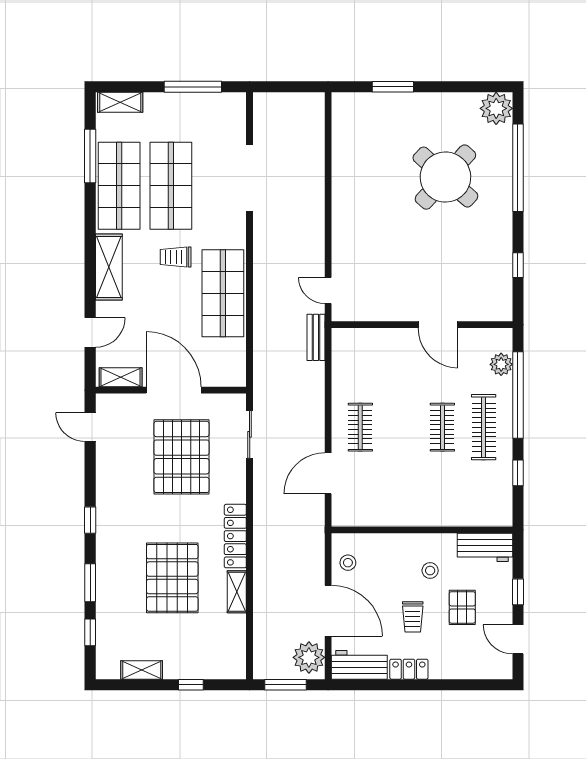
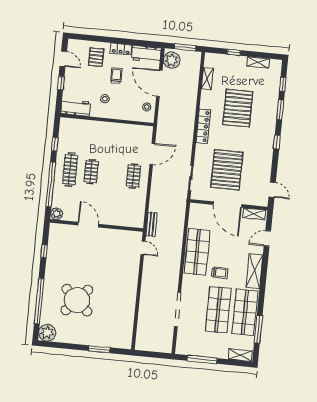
plant: (501, 364) -> (57, 214), moved
shelving: (237, 592) -> (207, 79), moved
pallet: (462, 607) -> (96, 57), moved

